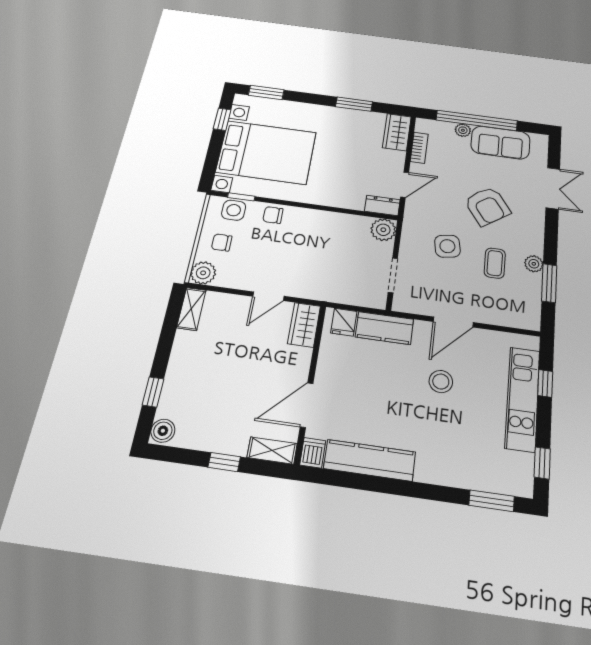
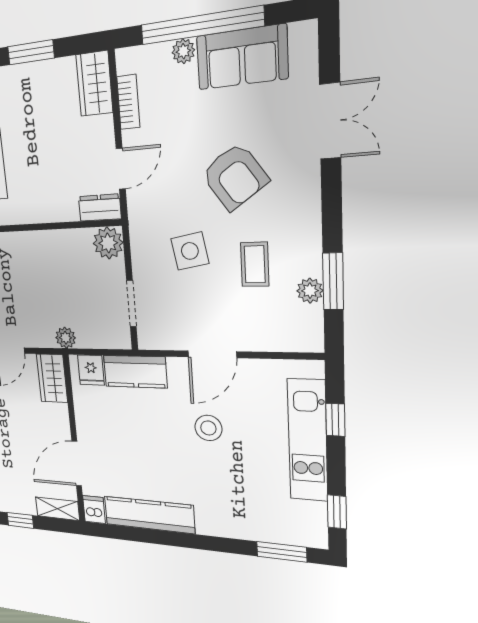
plant: (534, 264) -> (310, 291), moved
plant: (327, 293) -> (66, 338), added

